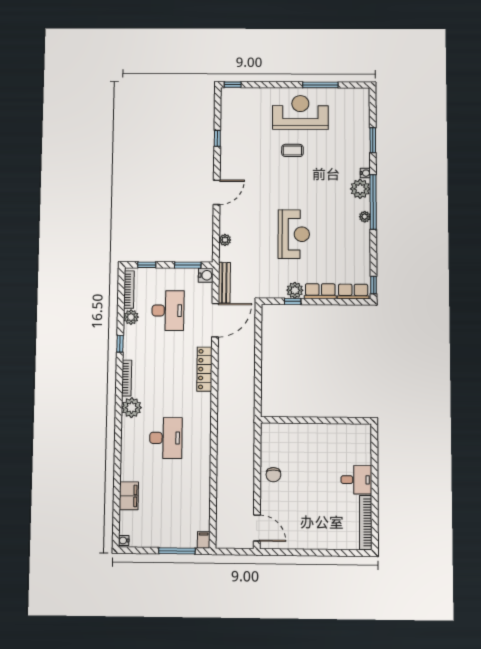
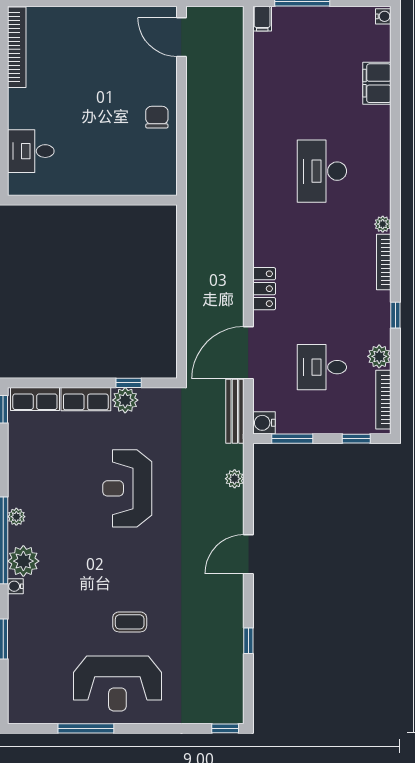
desk: (168, 311) -> (322, 367), width x0.73
locker: (204, 369) -> (264, 289), width x0.66
plant: (132, 408) -> (383, 224), width x0.53, depth x0.53
desk: (356, 480) -> (31, 151), moved

